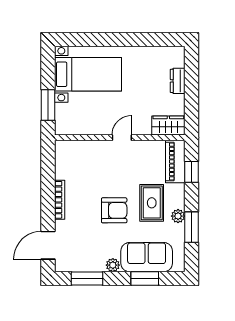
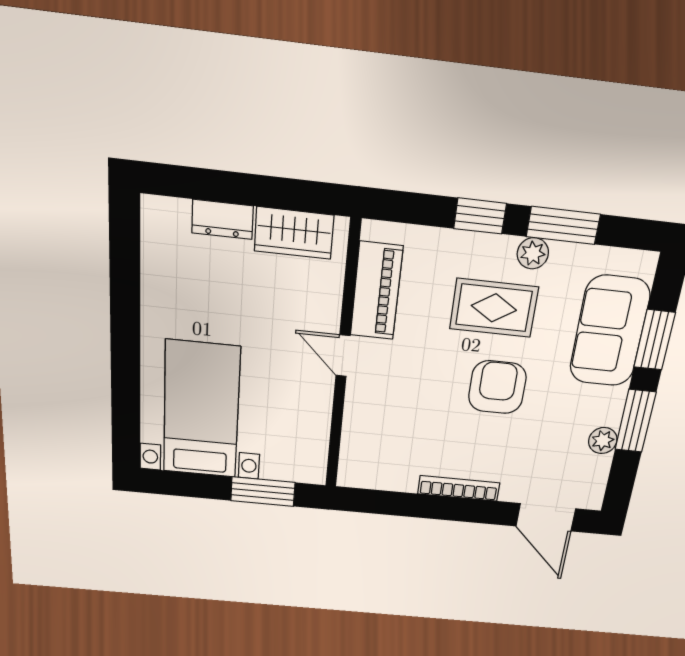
wardrobe: (168, 125) -> (294, 233), moved, turned -90
piano: (175, 161) -> (376, 291), moved, turned -90
window: (192, 172) -> (480, 216), moved
plant: (113, 265) -> (603, 440), moved
window: (87, 279) -> (635, 421), moved

